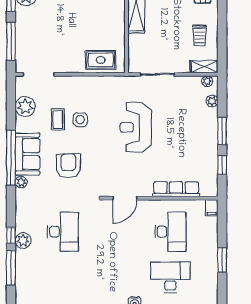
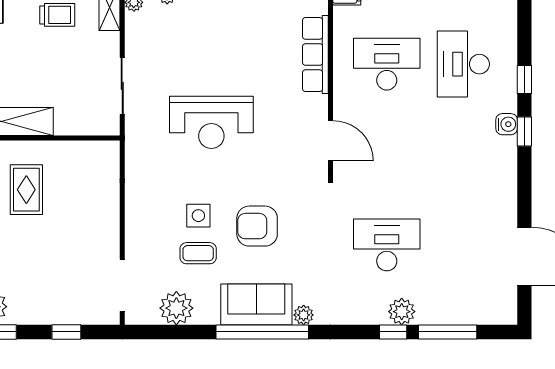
window: (11, 41) -> (66, 332), width x0.46
rug: (101, 60) -> (26, 190), moved
armchair: (68, 166) -> (257, 226), moved

